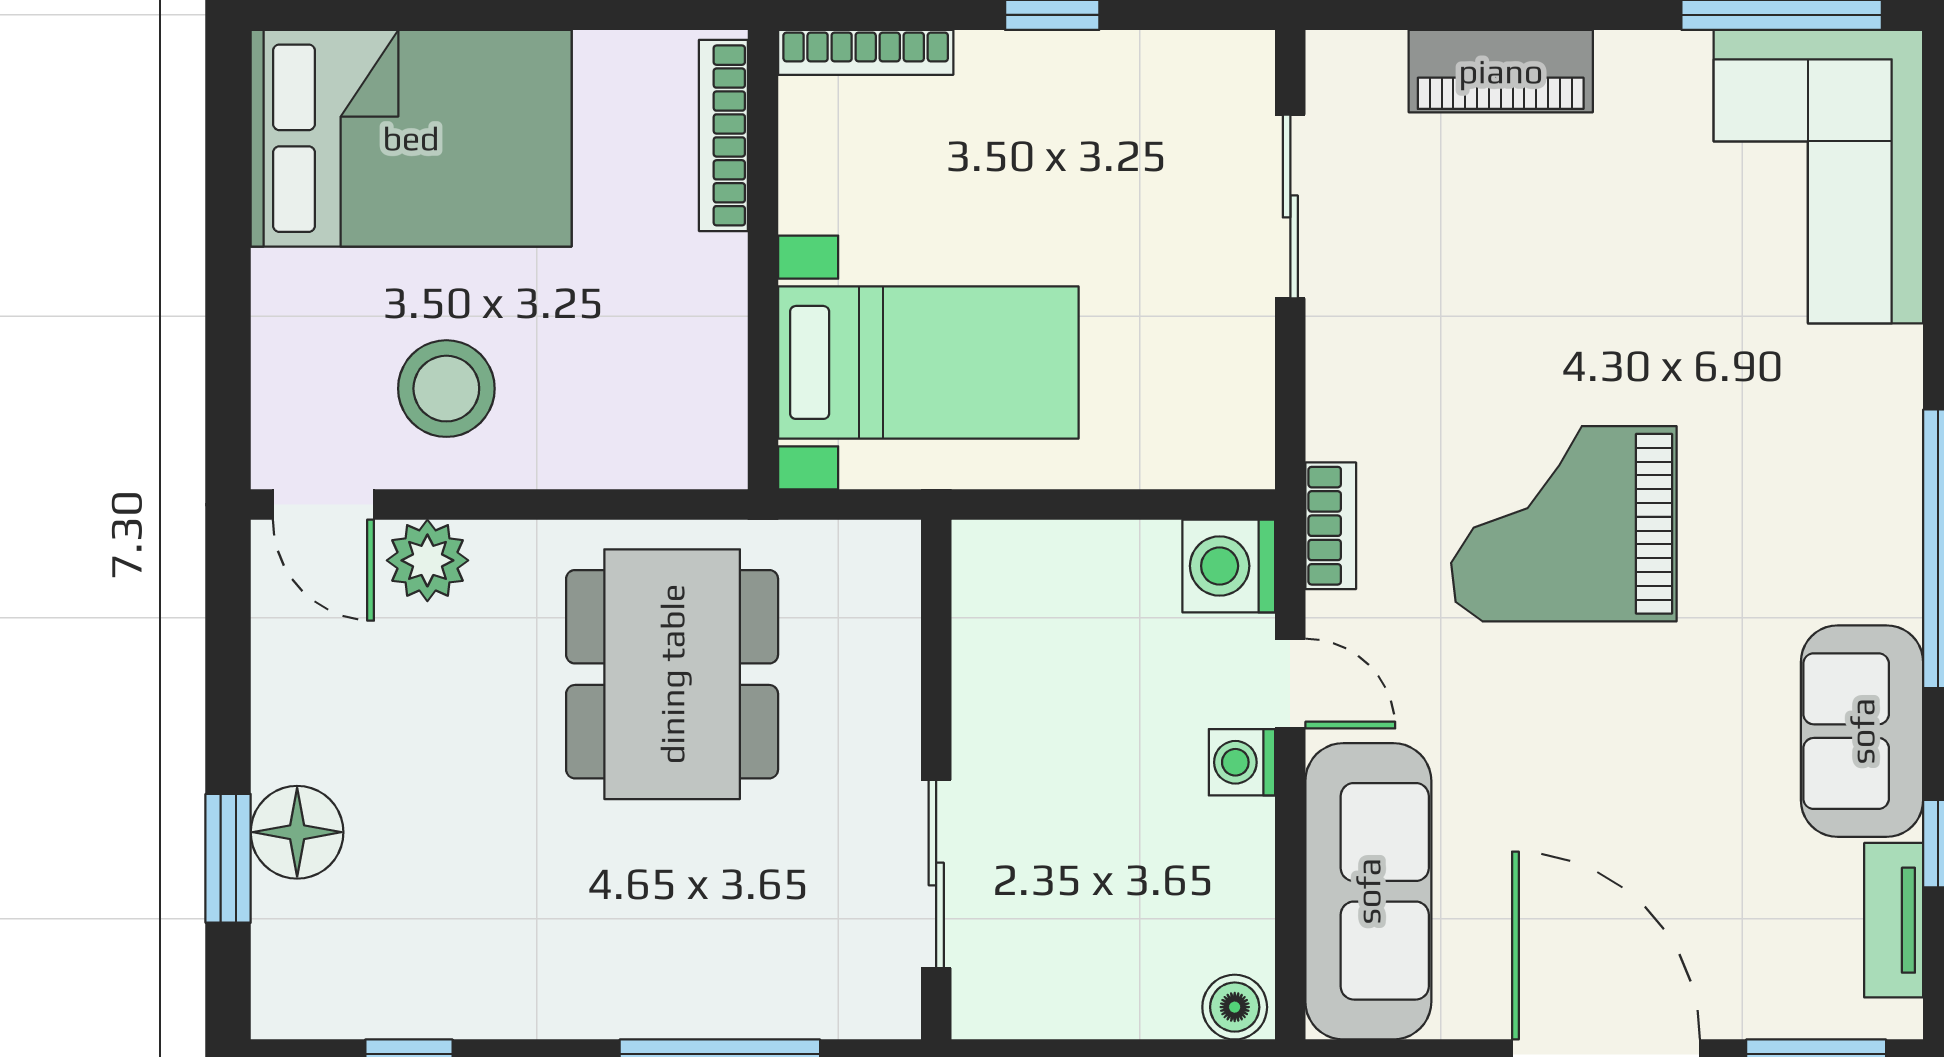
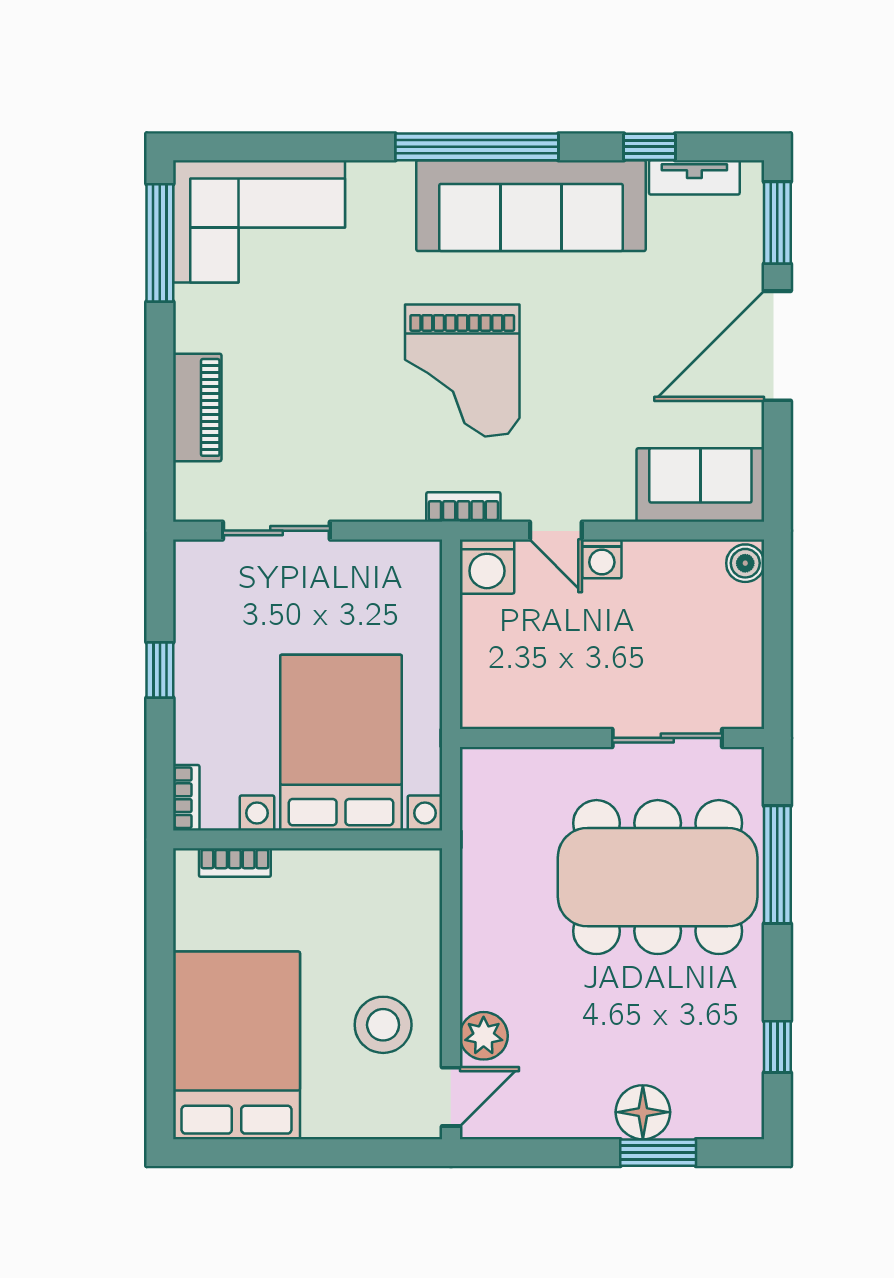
bookcase: (866, 52) -> (186, 798), width x0.64
bookcase: (723, 135) -> (235, 863), width x0.64
bed with nightstands: (928, 362) -> (341, 743), width x1.36
dining table: (672, 674) -> (658, 877), moved, width x1.36, depth x1.24
door: (1290, 684) -> (556, 531), swing flipped
sofa: (1862, 731) -> (531, 206), width x1.85, depth x1.27
sofa: (1368, 891) -> (700, 485), width x0.73

